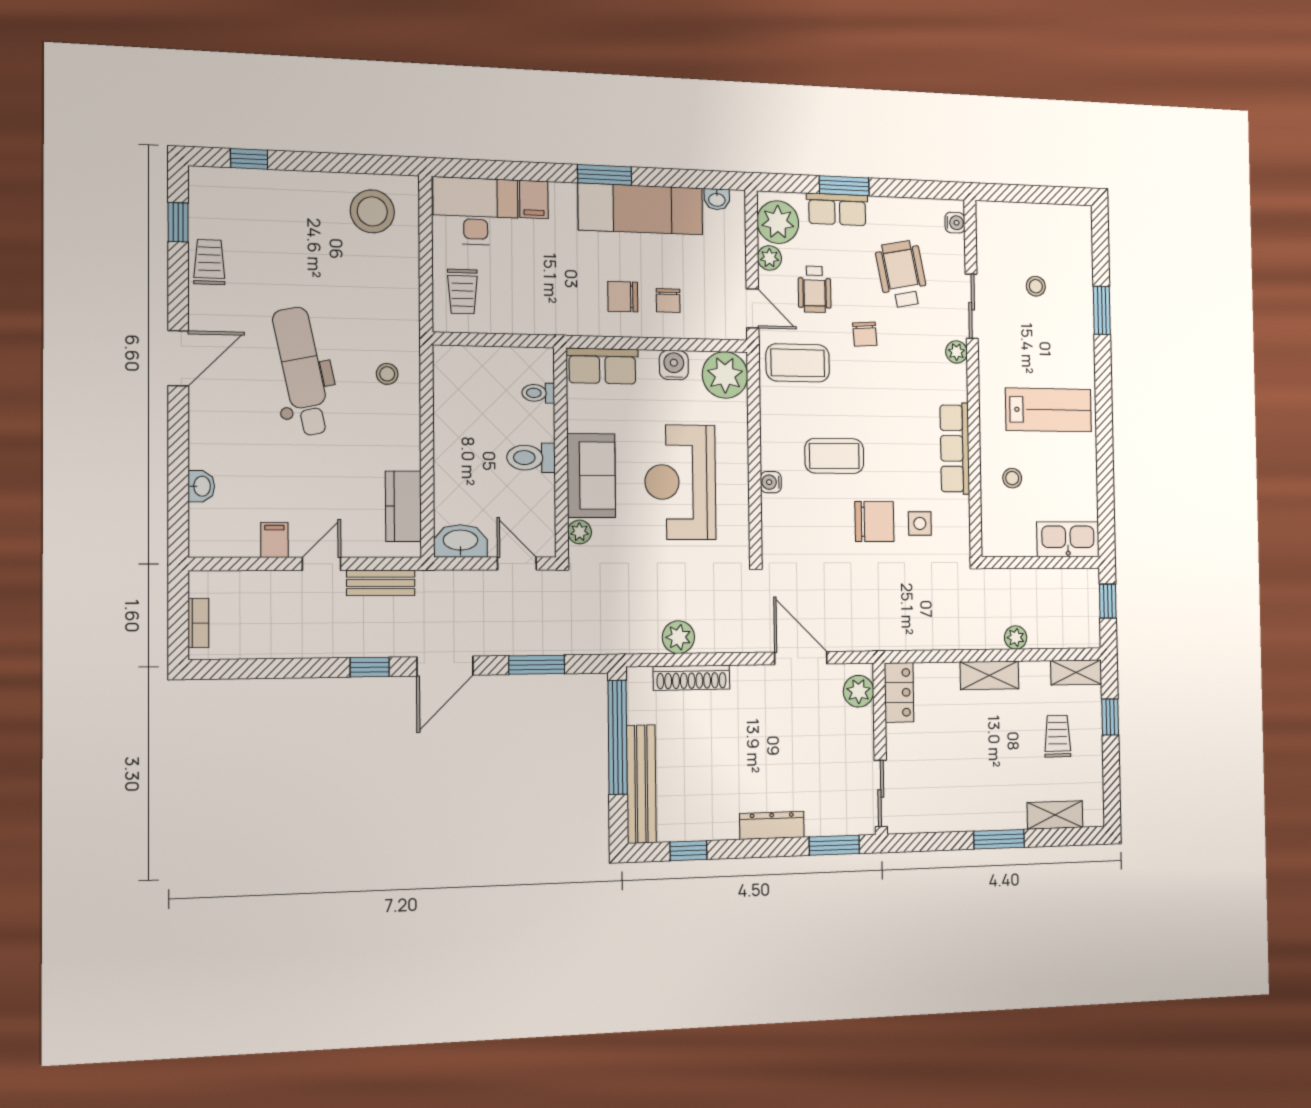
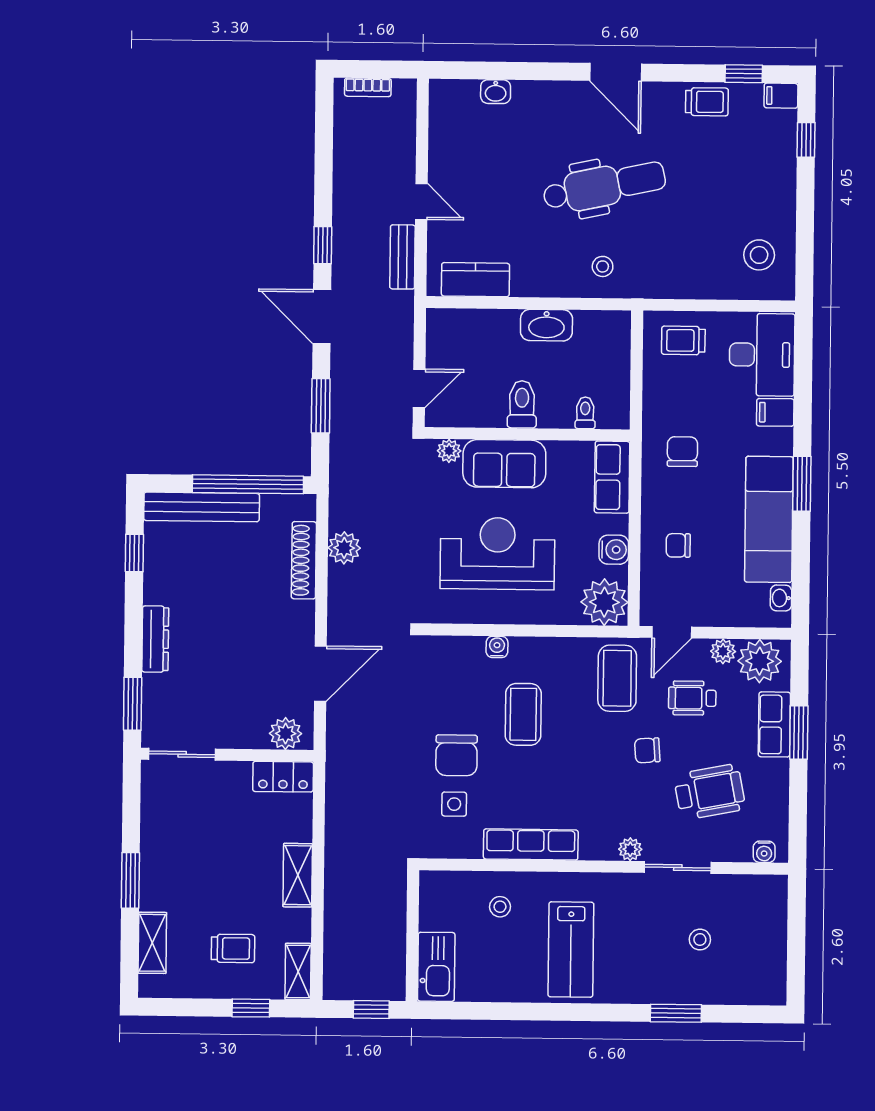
stool: (372, 211) -> (759, 255), width x0.73, depth x0.73
chair: (623, 297) -> (682, 452), moved
filing cabinet: (274, 540) -> (781, 96), moved, turned 180
washbasin: (460, 541) -> (546, 325), moved, turned 90
plant: (1016, 638) -> (336, 905), removed

